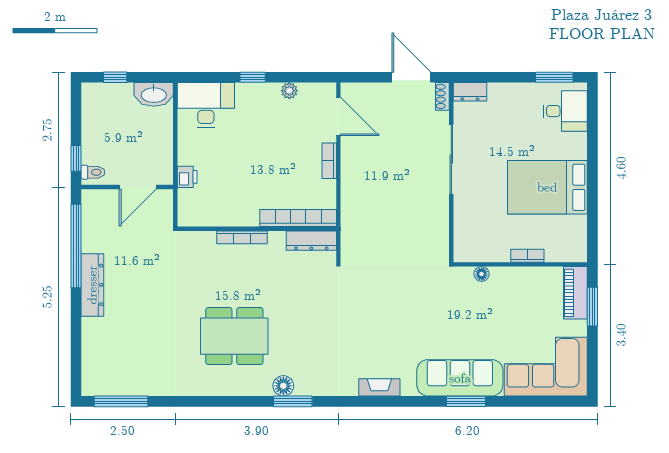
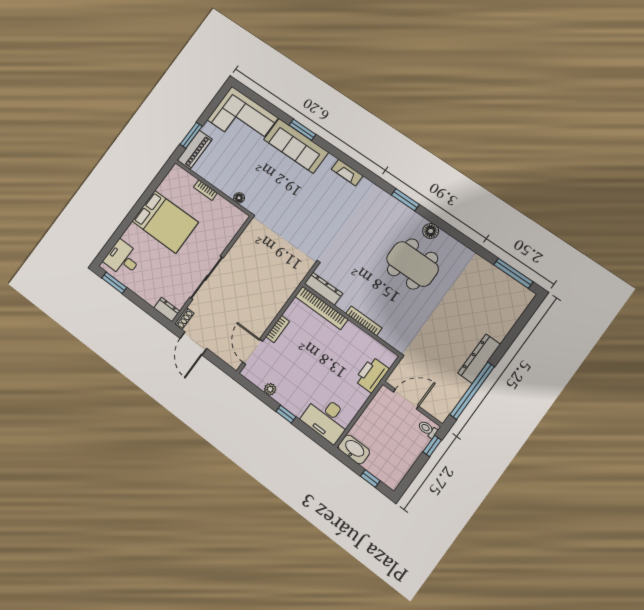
printer: (187, 177) -> (372, 375), width x1.87, depth x1.48
floor lamp: (283, 386) -> (431, 231), moved

